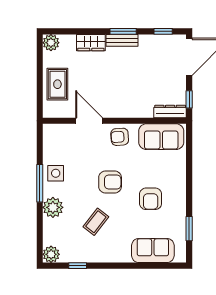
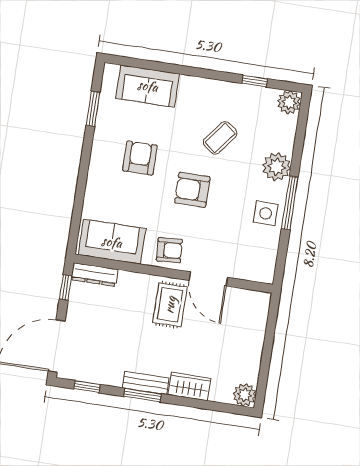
rug: (57, 84) -> (170, 305), moved

